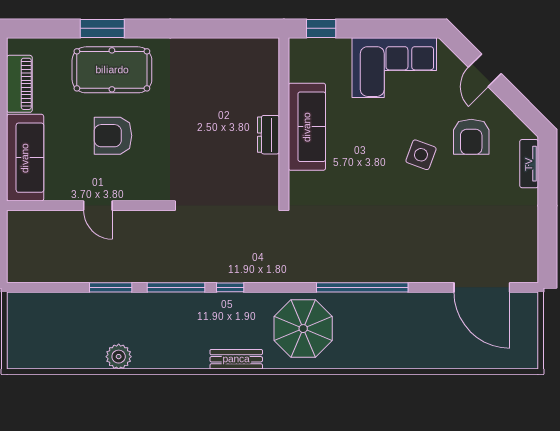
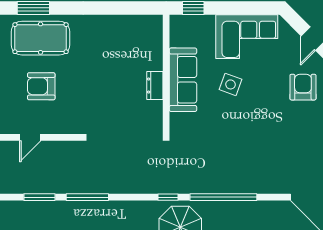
armchair: (471, 137) -> (303, 87), turned 180
side table: (421, 155) -> (230, 84), moved
door: (98, 206) -> (30, 137), hinge flipped
window: (230, 287) -> (168, 197), moved

